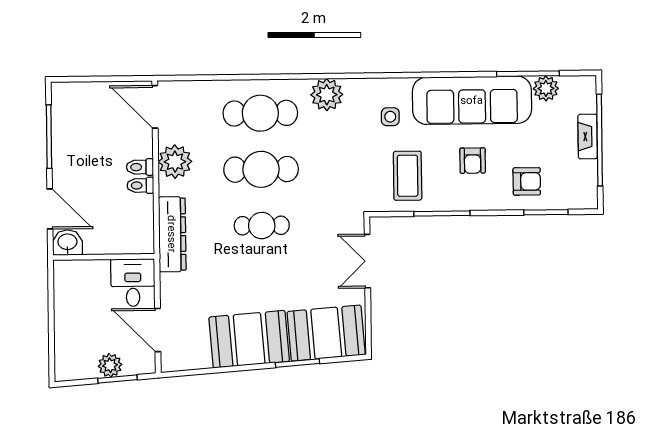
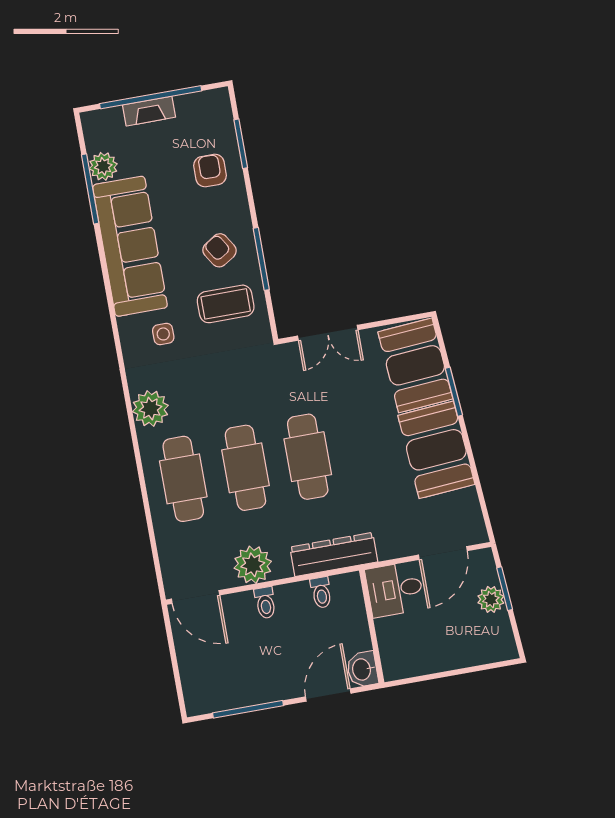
door: (155, 107) -> (196, 597), hinge flipped
armchair: (473, 161) -> (220, 250), moved, turned -122
toilet: (140, 185) -> (321, 592), moved
cafe table: (262, 226) -> (308, 457), width x1.37, depth x1.35

